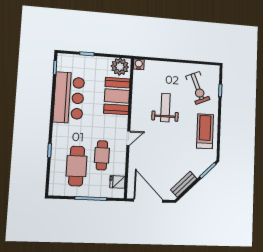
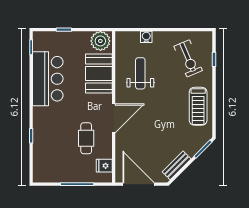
water cooler: (139, 64) -> (146, 37), moved
weight bench: (165, 108) -> (140, 73), moved
treadmill: (205, 131) -> (198, 106), turned 180
door: (128, 138) -> (114, 118), width x1.88
cafe table: (77, 166) -> (60, 151), removed

